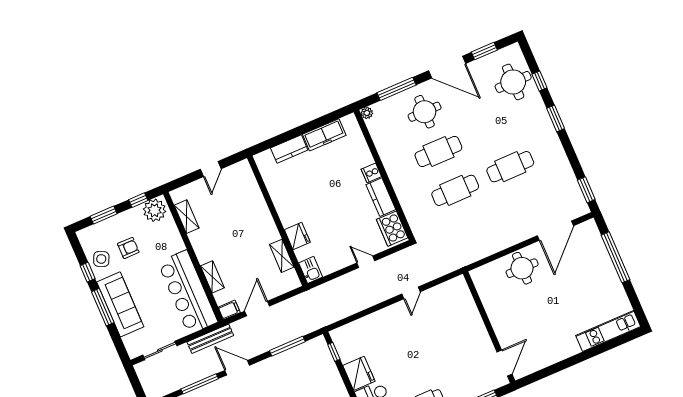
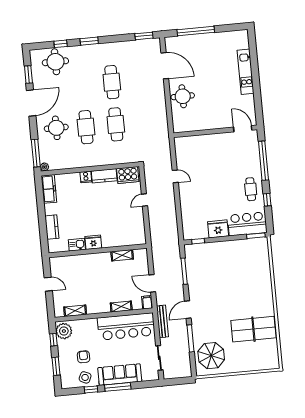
window: (396, 89) -> (36, 153), moved
freezer: (324, 135) -> (49, 189), moved
fridge: (297, 236) -> (93, 242), moved
kitchen sink: (311, 270) -> (77, 245), moved
kitchen unit: (608, 331) -> (246, 72), moved

